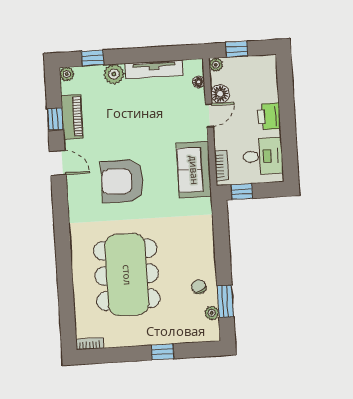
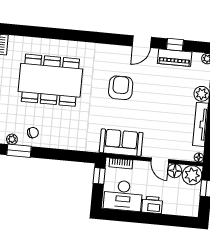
plant: (216, 65) -> (192, 175), width x1.88, depth x1.88
floor lamp: (199, 82) -> (199, 157), moved
desk: (263, 156) -> (123, 196), width x1.37
armchair: (122, 181) -> (121, 88), width x0.73, depth x0.73

